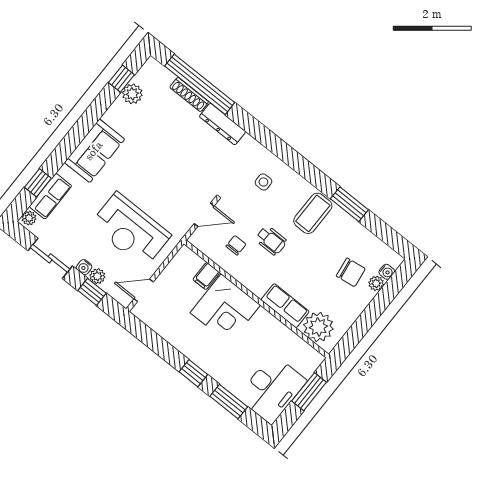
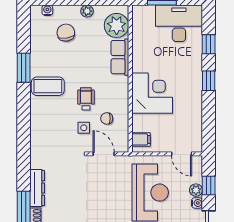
side table: (263, 182) -> (84, 128), moved
filing cabinet: (206, 276) -> (141, 139), moved
plant: (376, 283) -> (87, 11), moved
window: (229, 402) -> (209, 44), width x0.67

